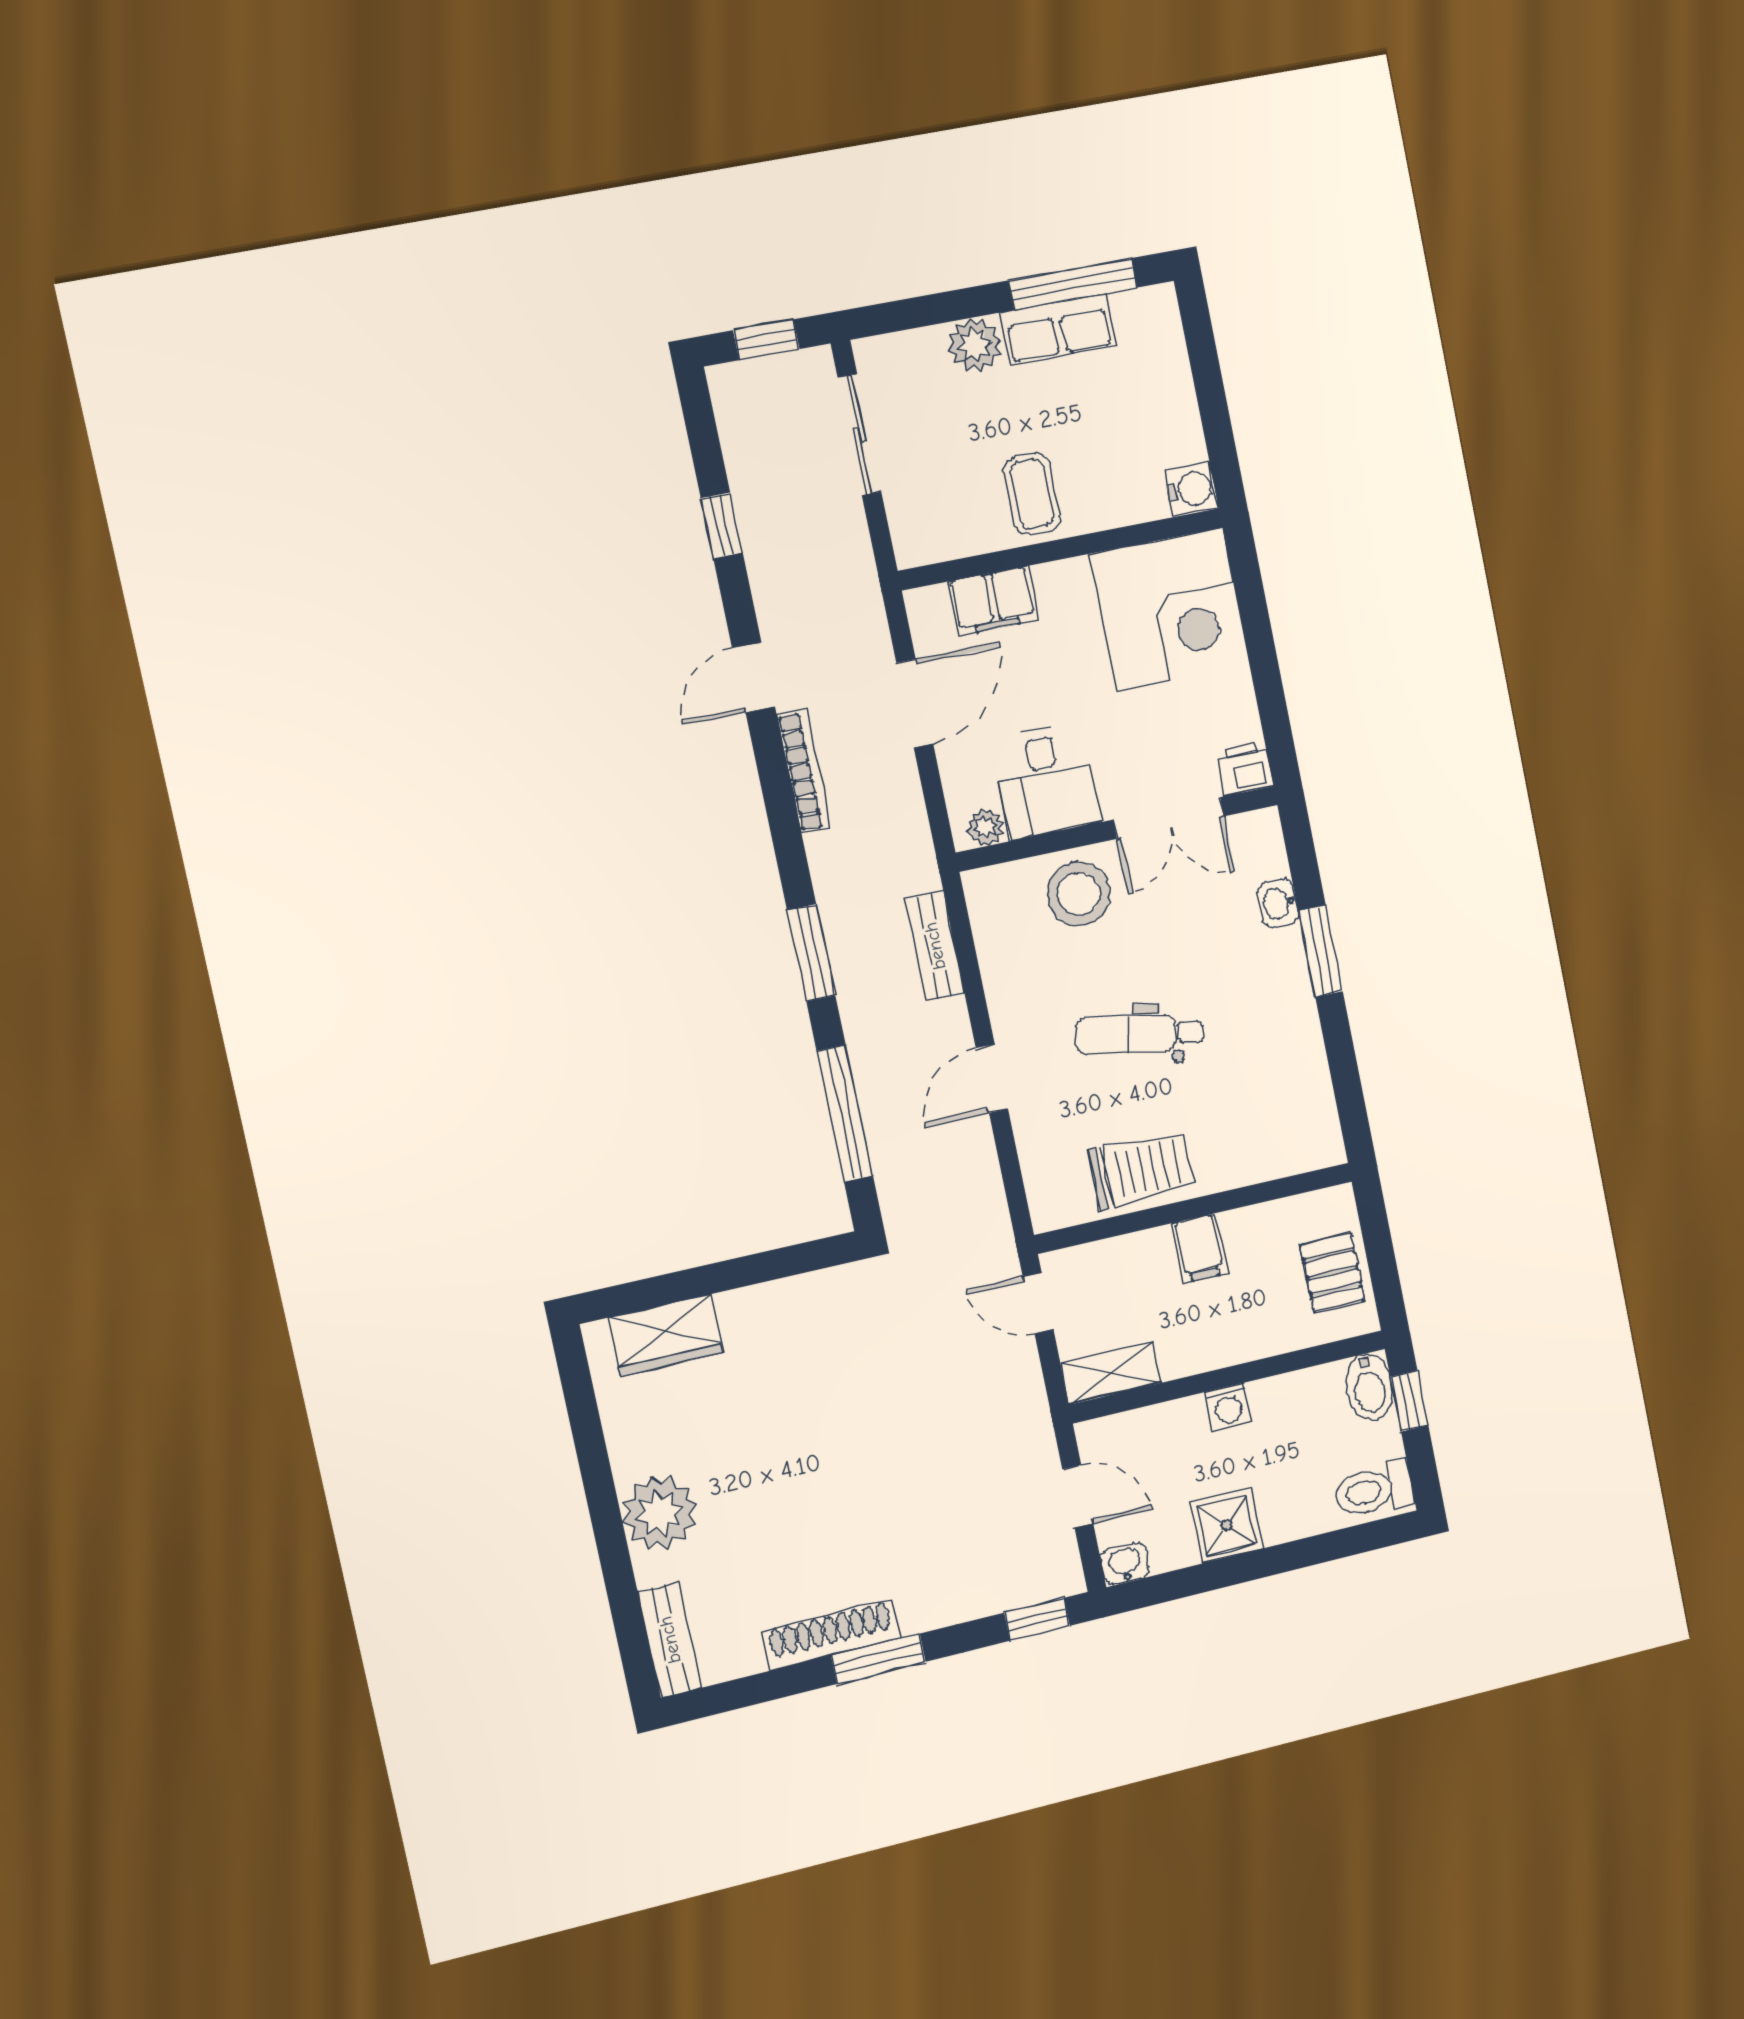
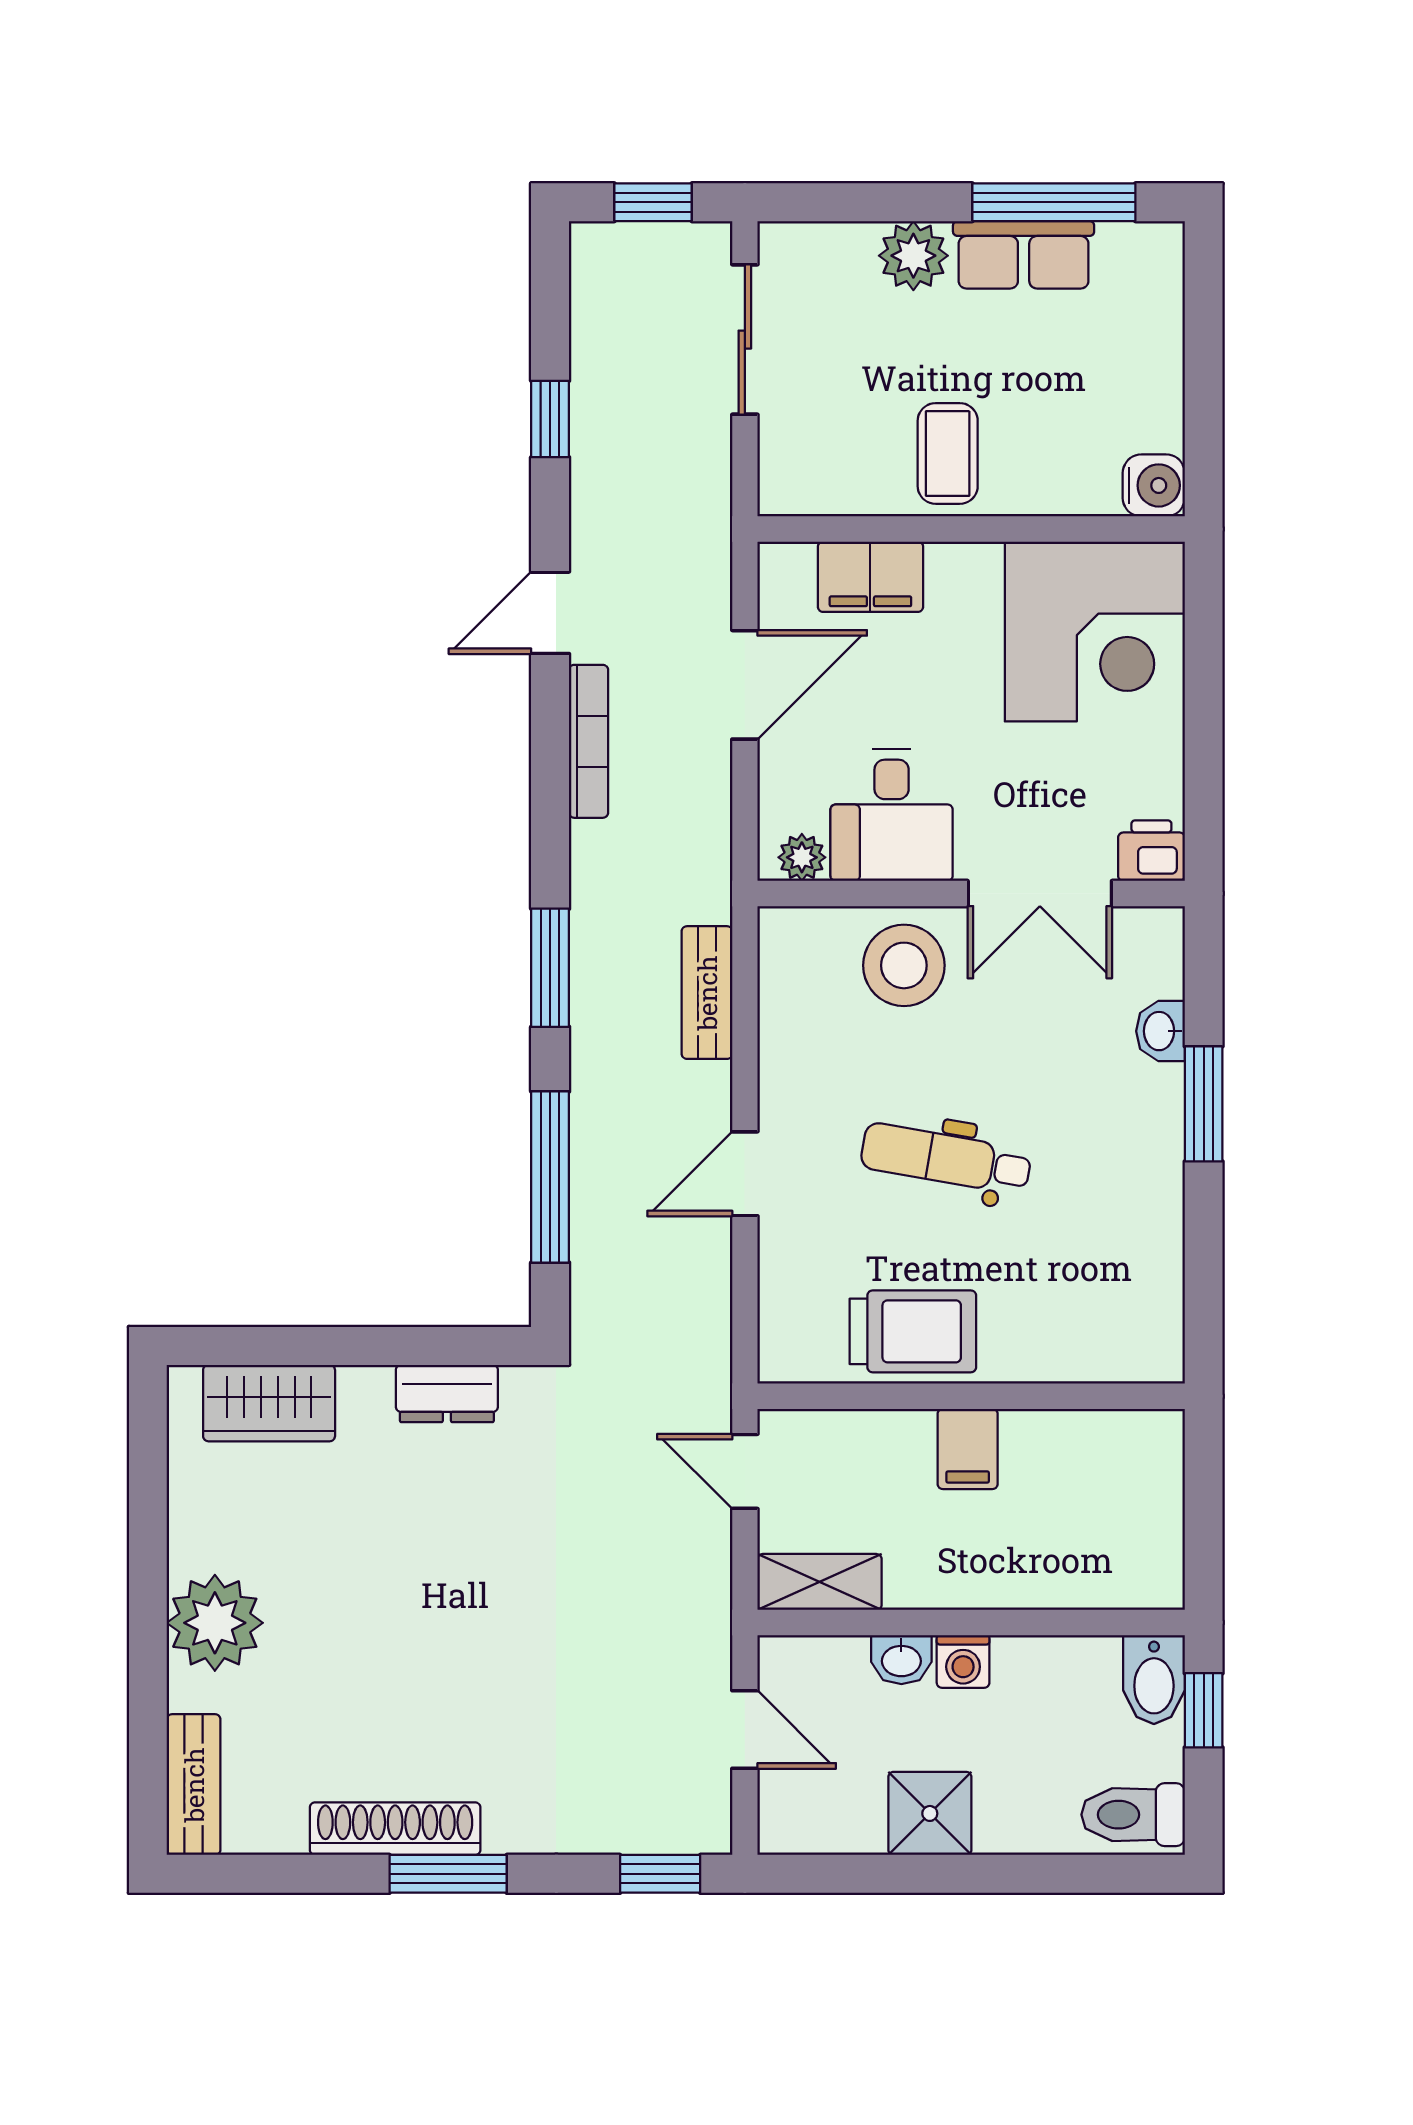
pallet: (1332, 1273) -> (1135, 1520), removed
dresser: (801, 1296) -> (447, 1394), added
washbasin: (1125, 1564) -> (901, 1660), moved, turned 180

